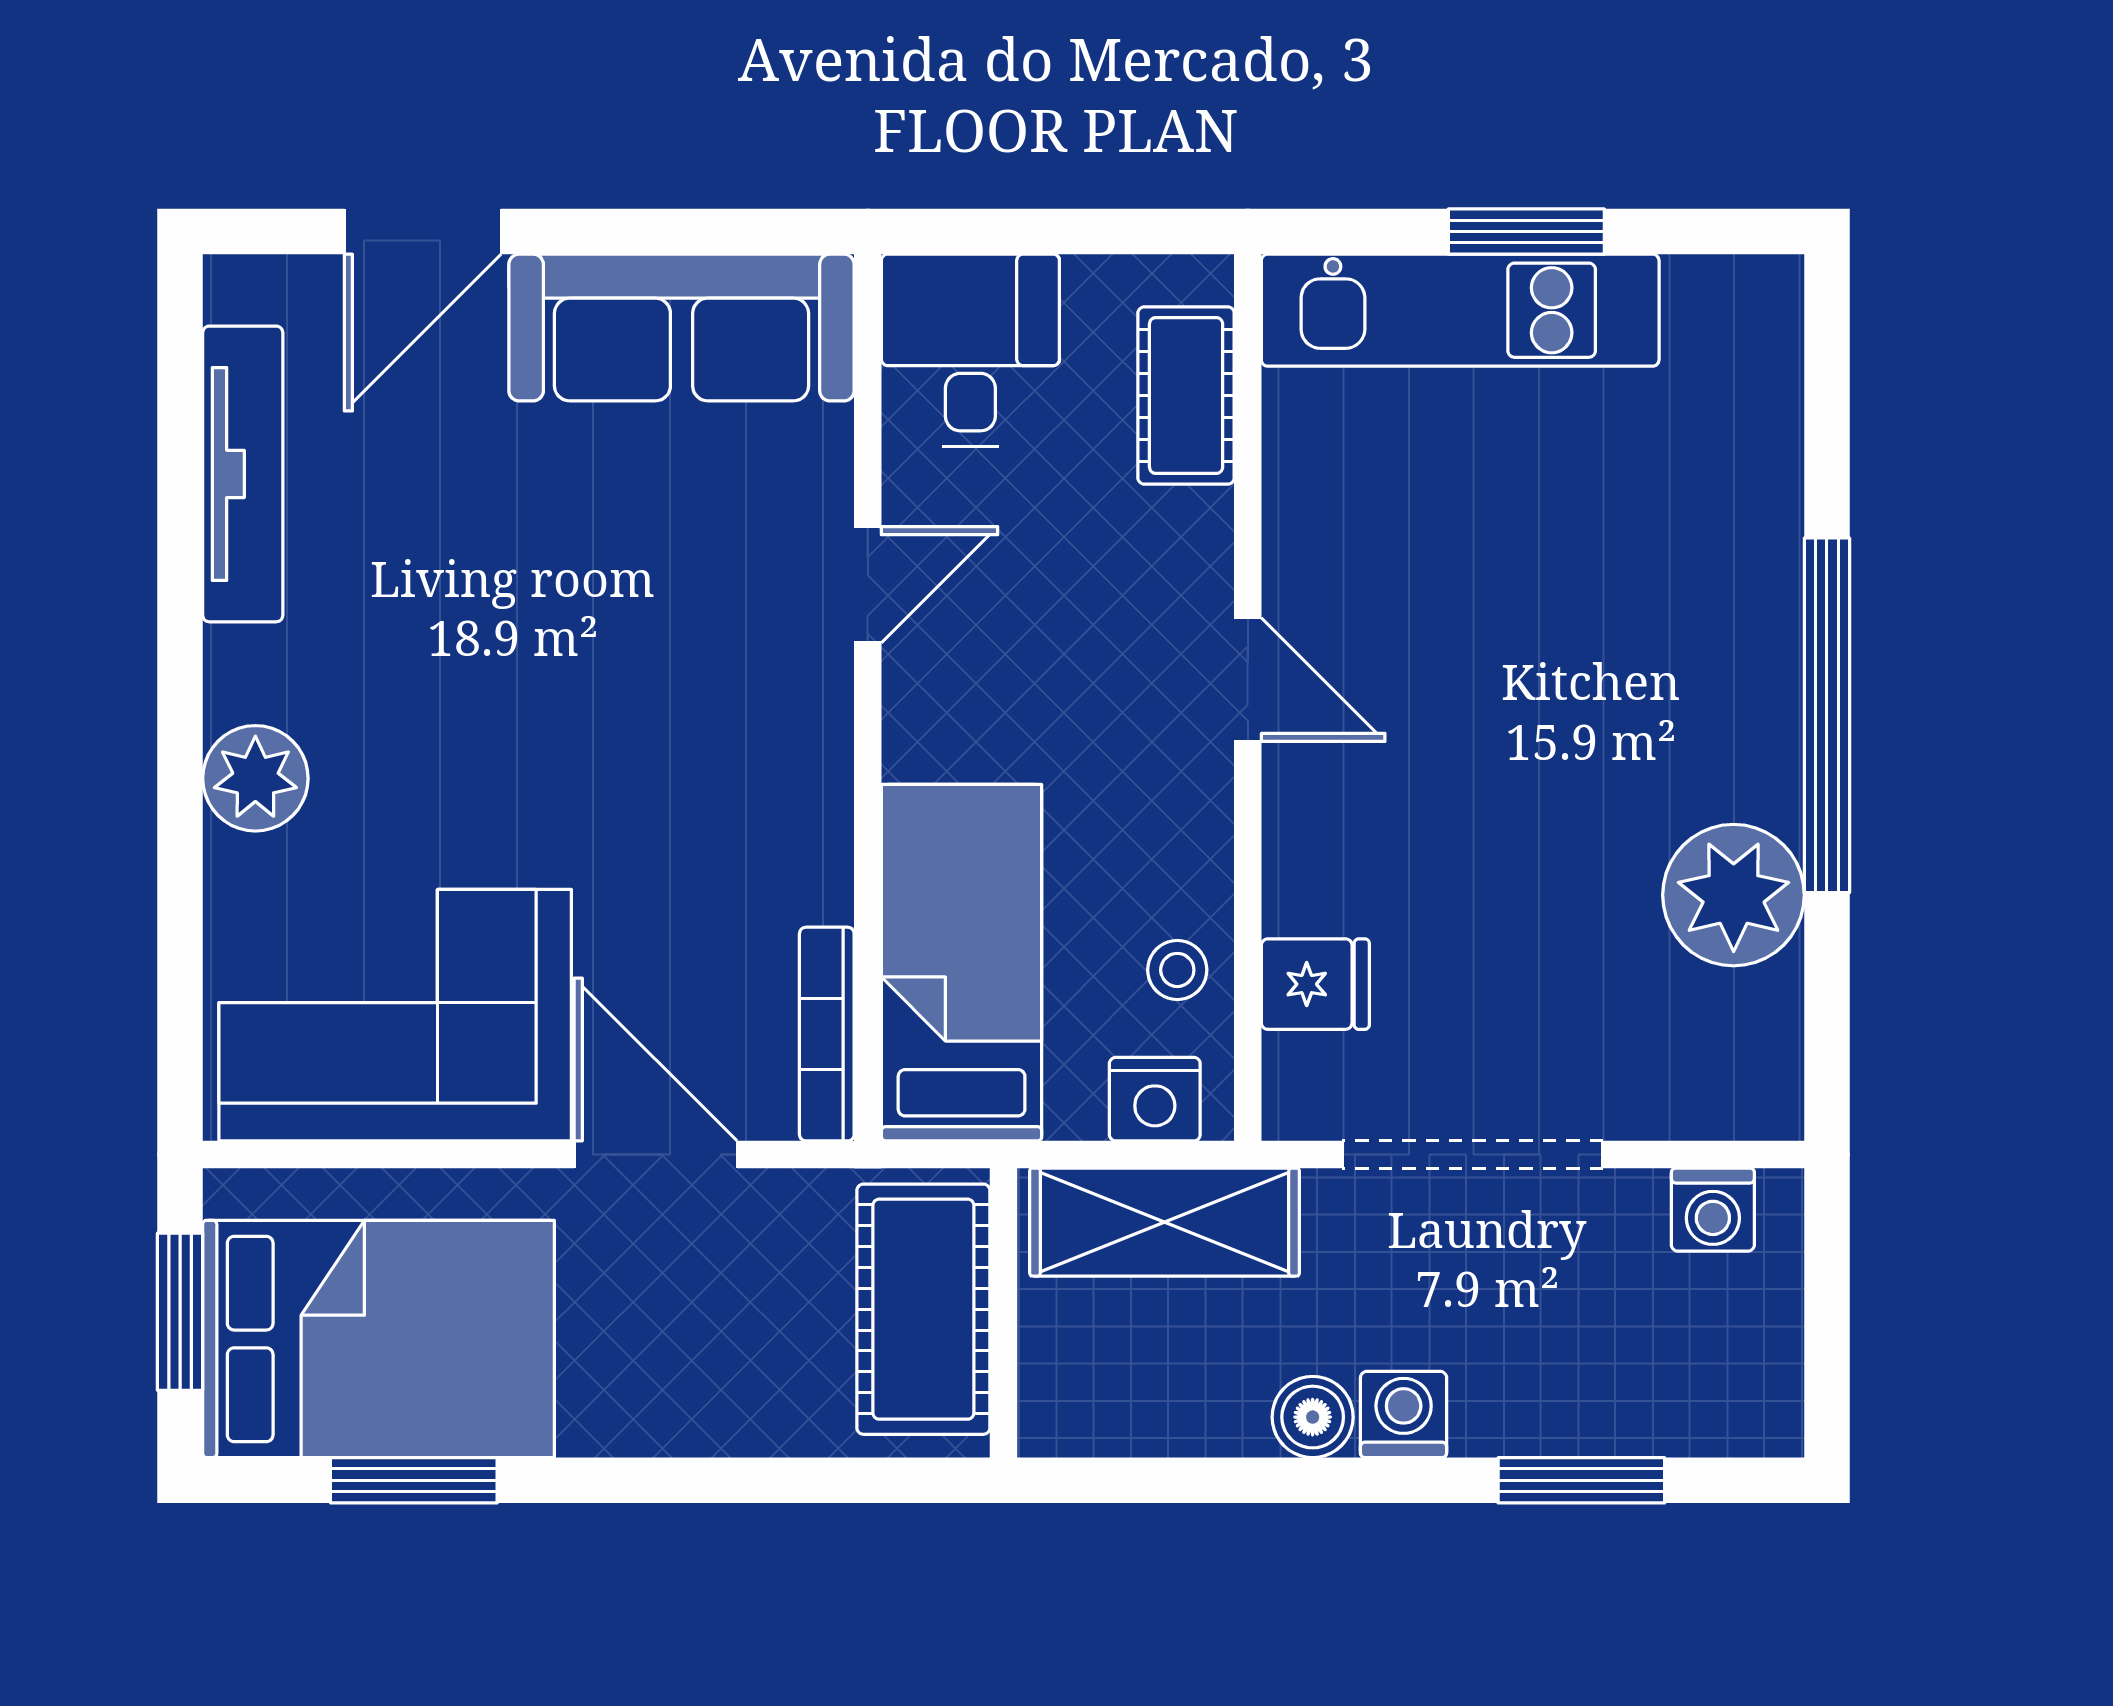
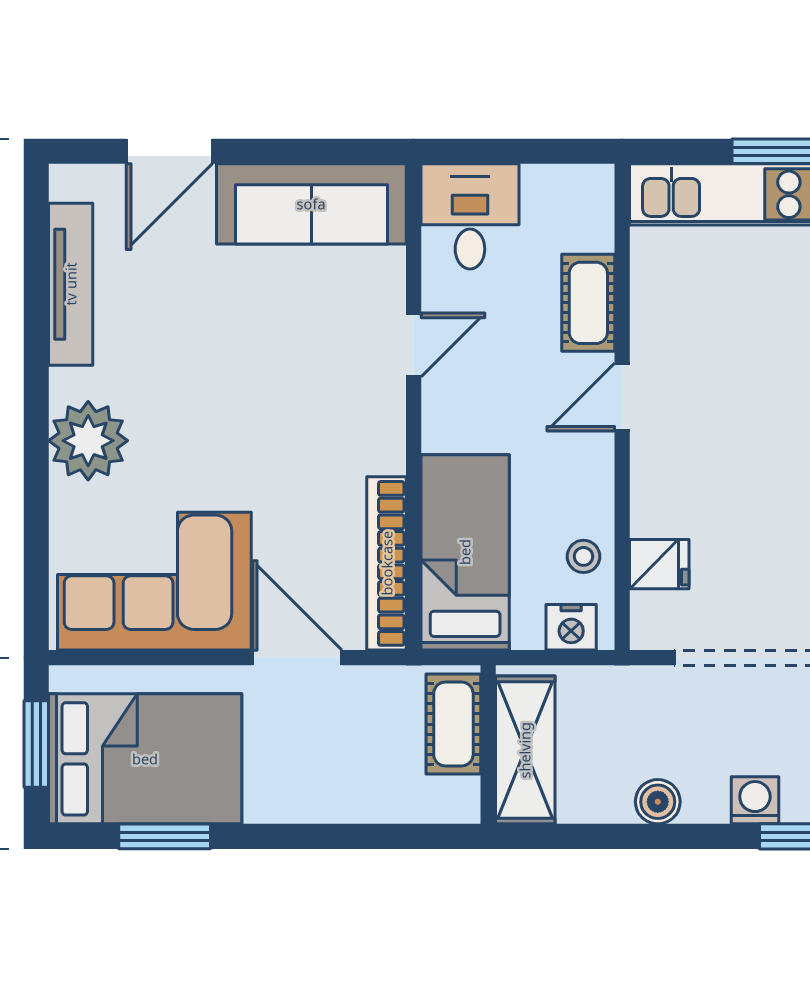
cot: (1186, 396) -> (588, 303), moved
door: (1248, 680) -> (622, 397), swing flipped
plant: (255, 778) -> (88, 441), width x1.36, depth x1.36
bookcase: (827, 1034) -> (387, 563), width x1.48, depth x1.31
shelving: (1165, 1222) -> (525, 750), moved, turned 90
cot: (923, 1309) -> (453, 724), width x0.73, depth x0.75
washing machine: (1404, 1415) -> (755, 800), moved

